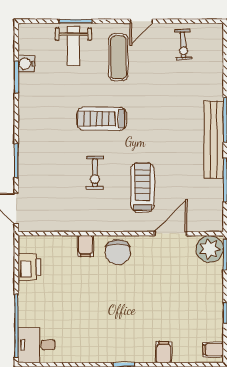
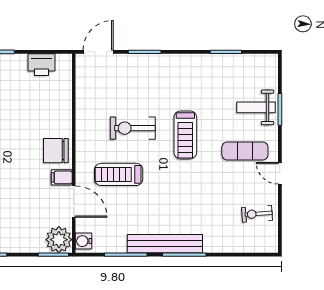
water cooler: (26, 64) -> (84, 241), moved, turned -90
treadmill: (102, 119) -> (185, 135), turned 180
exercise bike: (95, 173) -> (133, 128), width x1.38, depth x1.39
treadmill: (143, 187) -> (119, 174), turned 180
filing cabinet: (85, 246) -> (62, 177), moved

